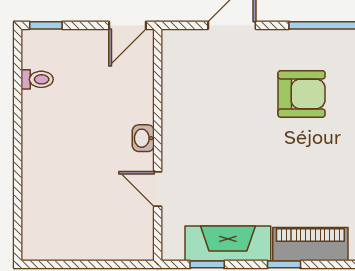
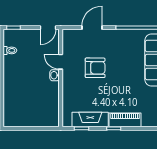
armchair: (302, 94) -> (95, 68), moved
door: (158, 189) -> (61, 62), moved

